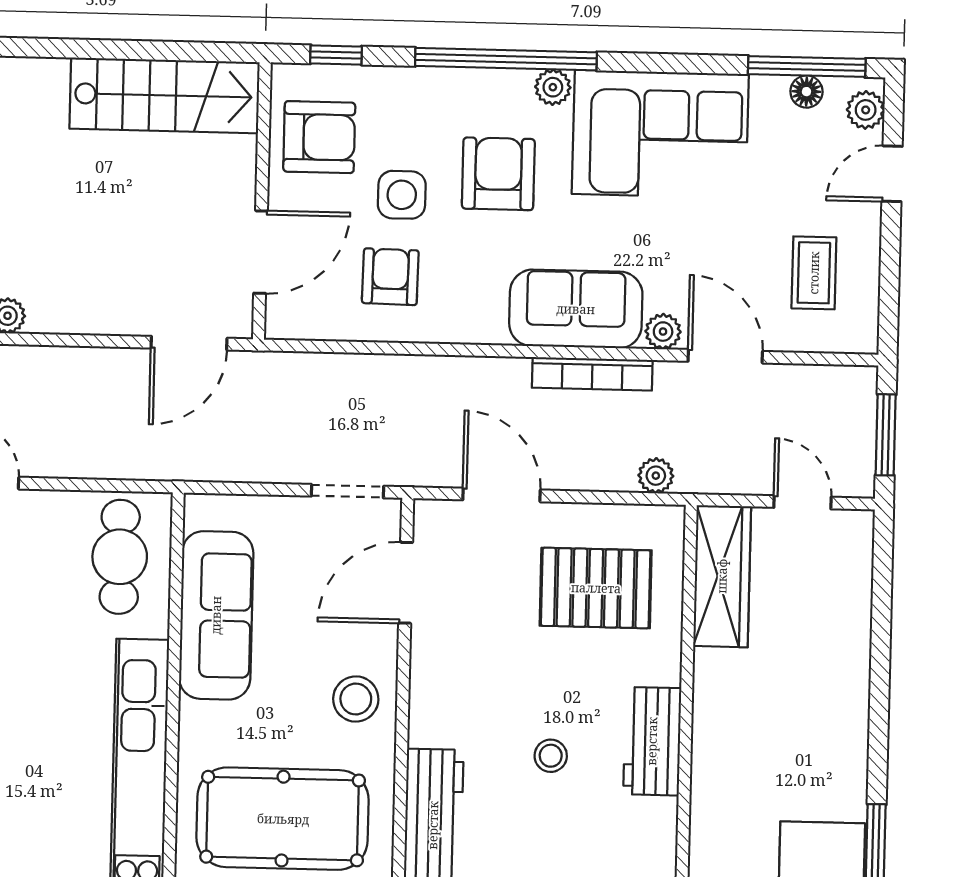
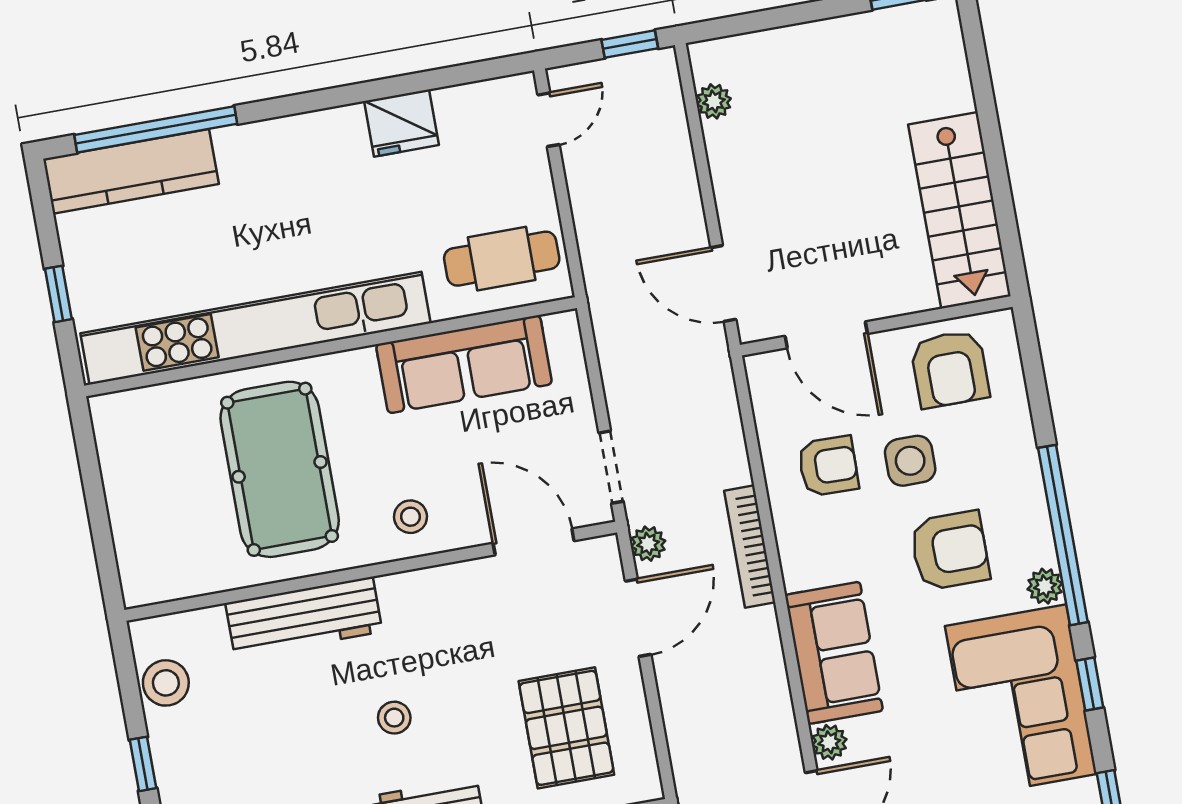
window: (336, 55) -> (1090, 684), moved
bookcase: (592, 374) -> (750, 546), moved
plant: (656, 476) -> (648, 544), moved
stool: (356, 699) -> (411, 517), width x0.73, depth x0.73

